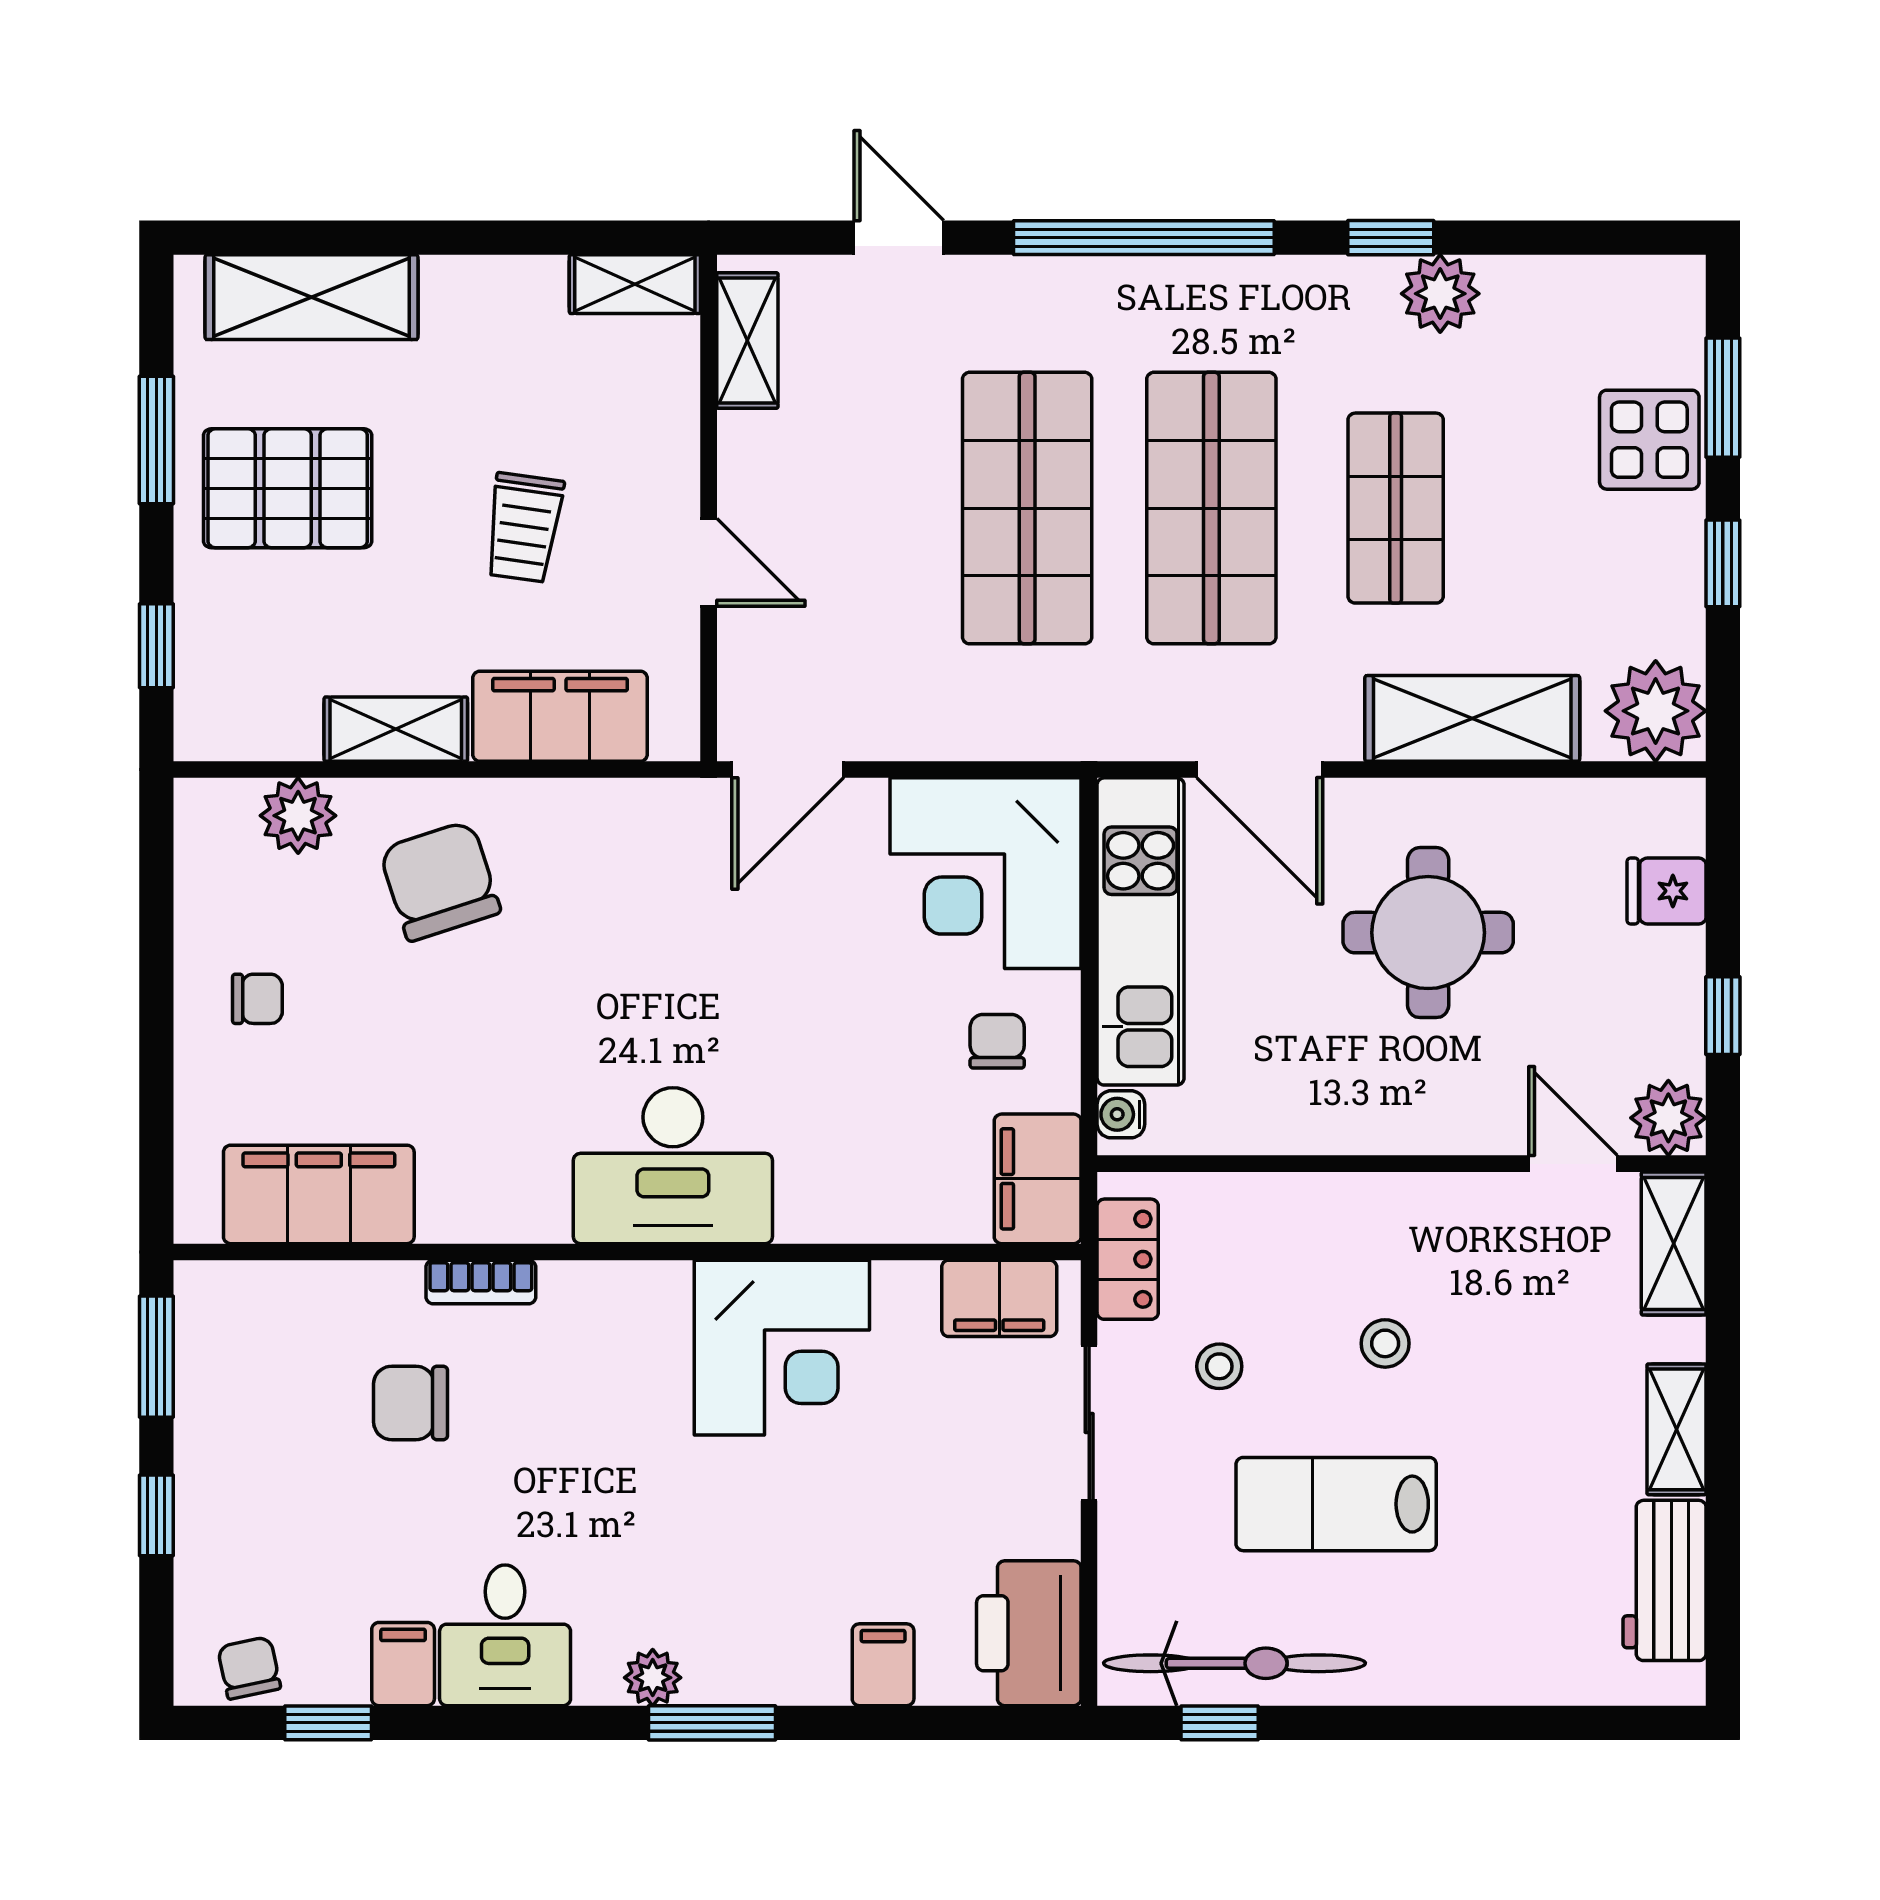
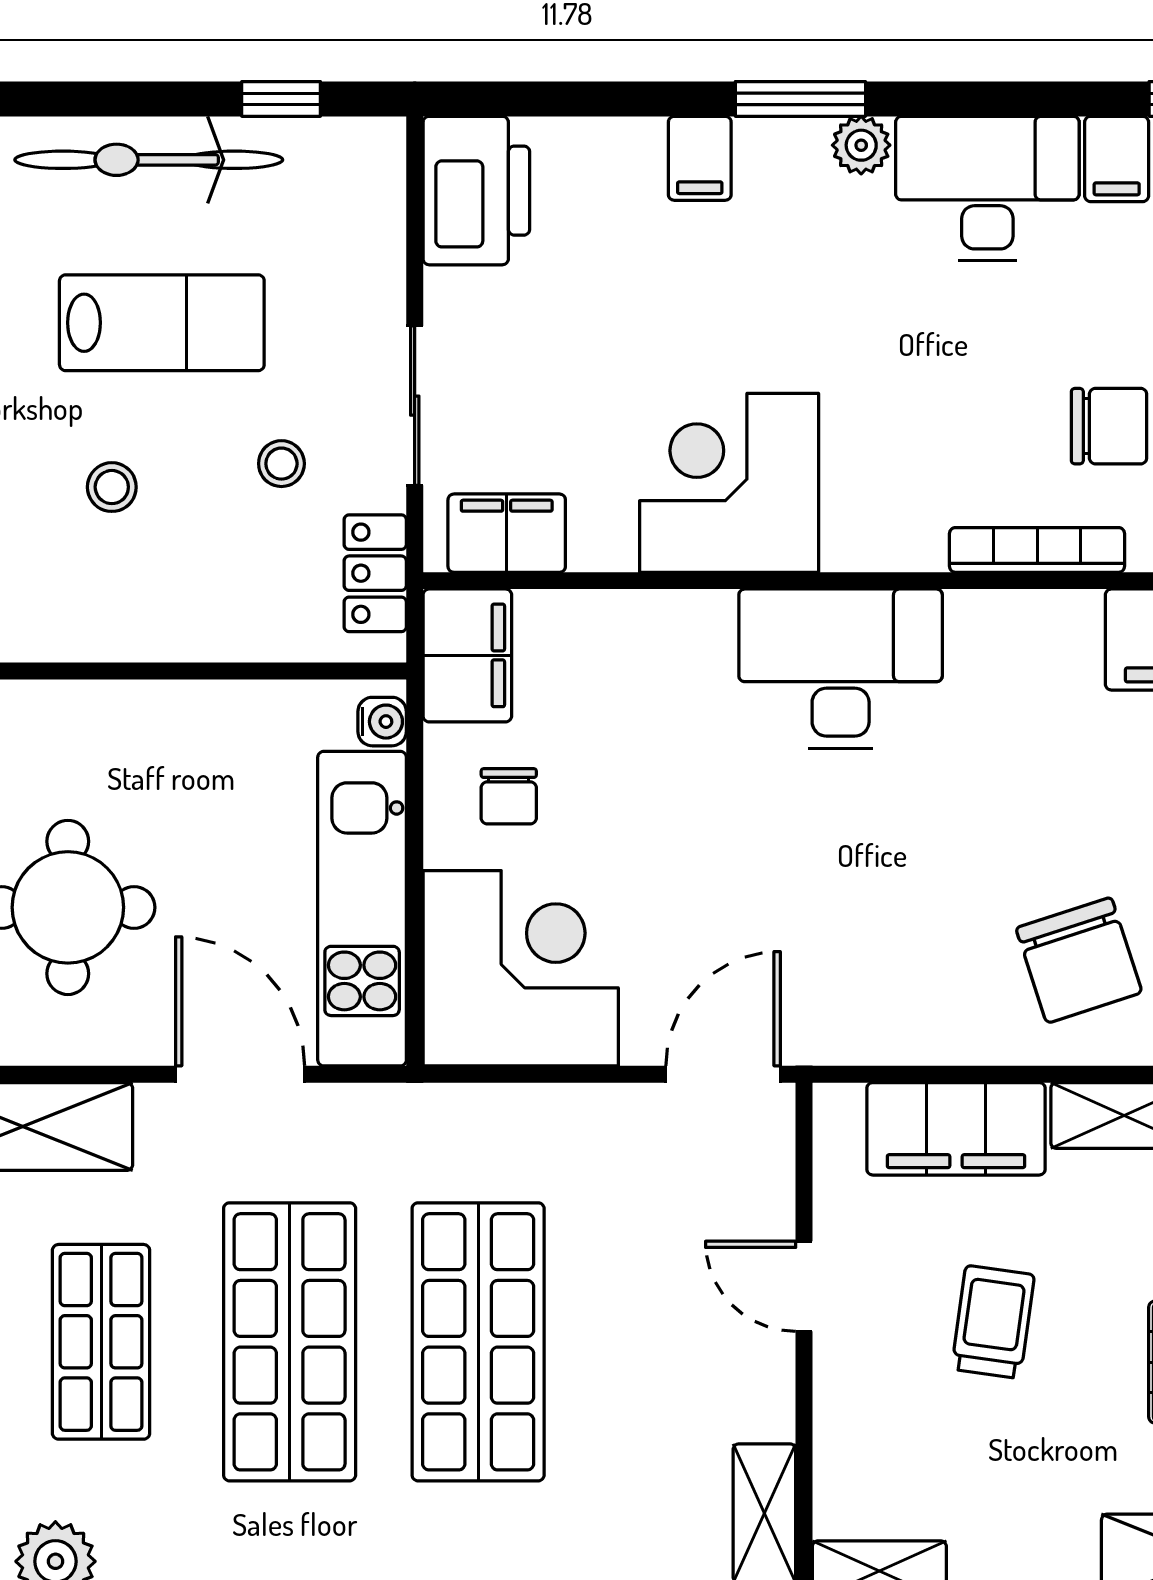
bookcase: (481, 1282) -> (1037, 550), width x1.56
desk: (505, 1635) -> (987, 188), width x1.37
bicycle: (1235, 1663) -> (149, 160), moved
filing cabinet: (883, 1665) -> (700, 158), moved

